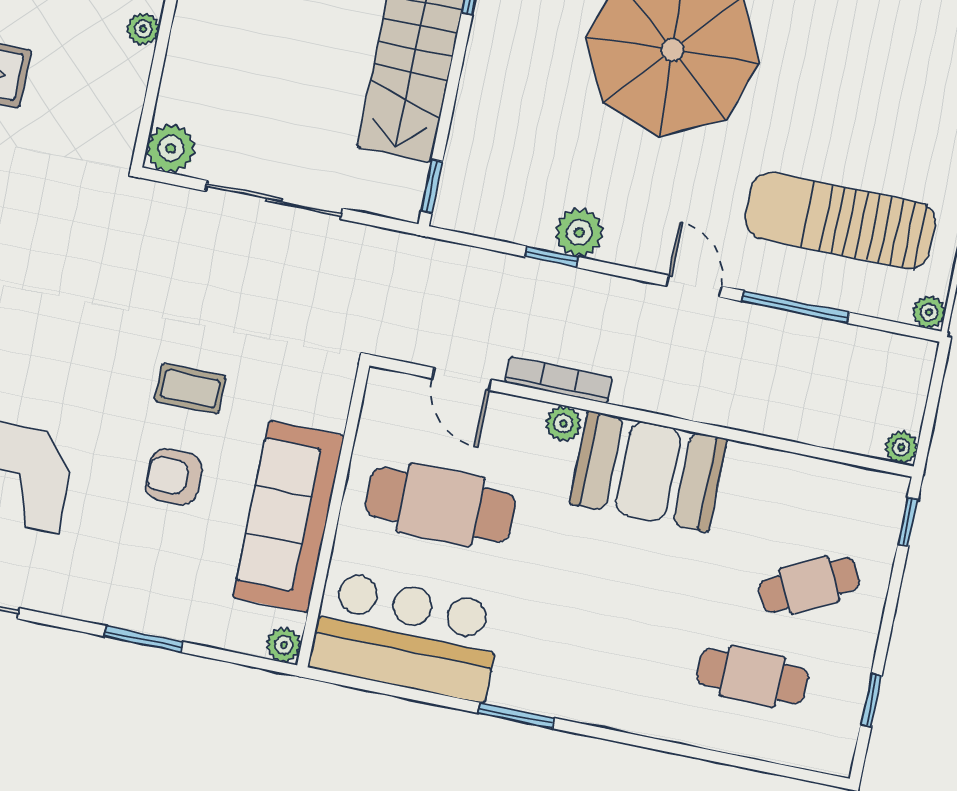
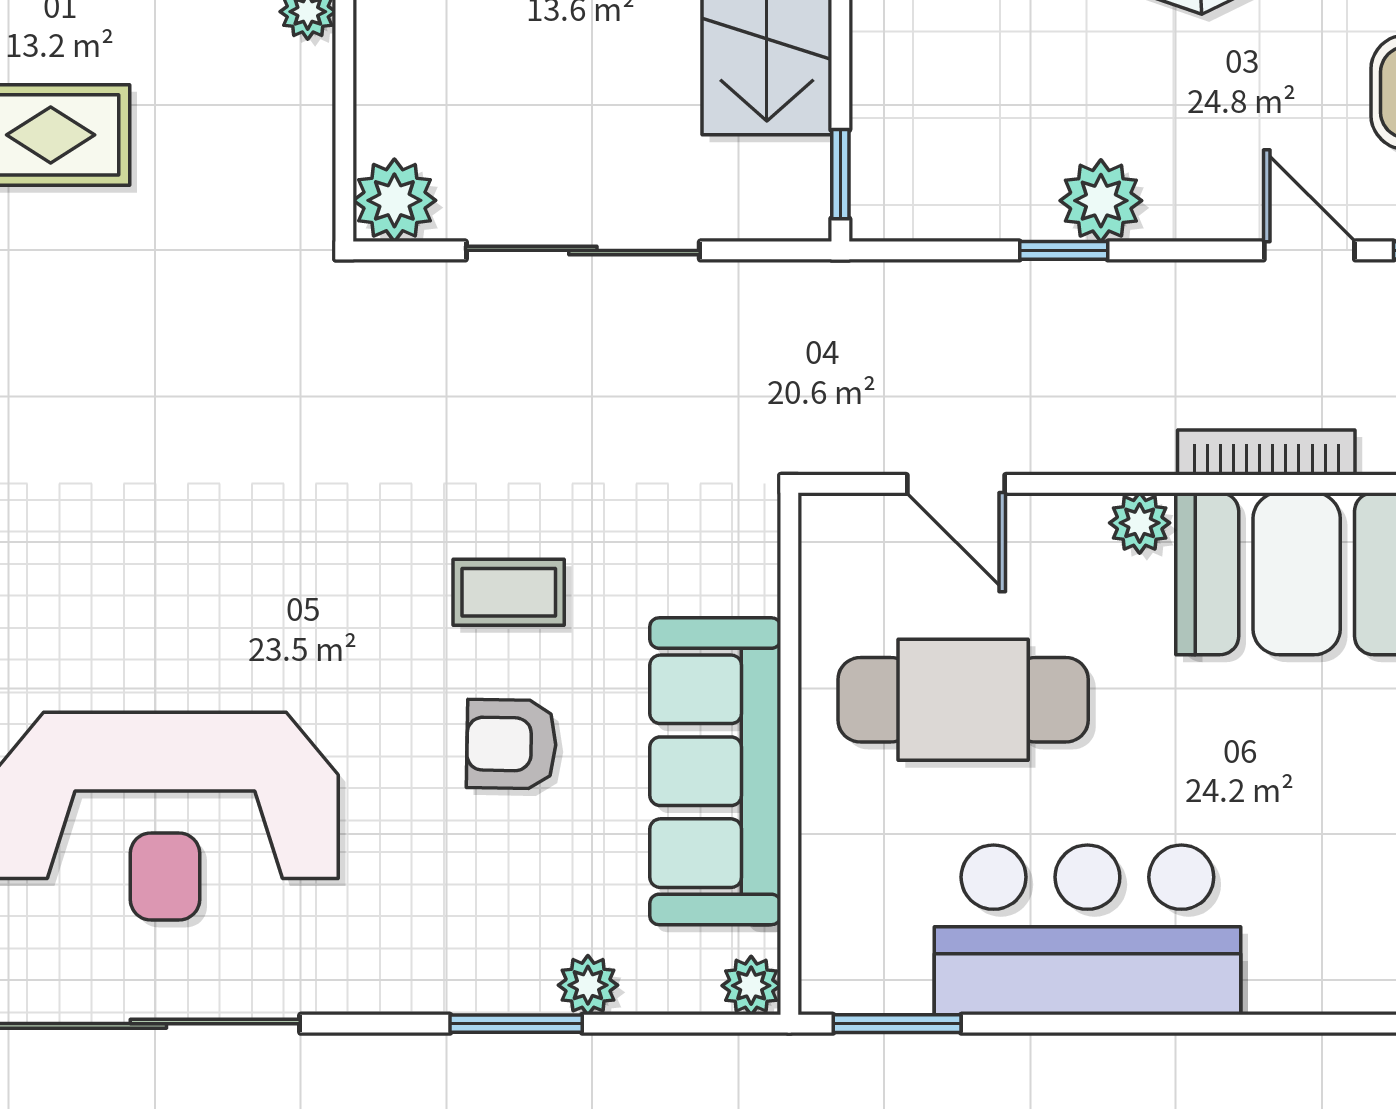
bookcase: (559, 380) -> (1266, 452), moved
plant: (189, 625) -> (588, 985), added
bar counter: (406, 636) -> (1087, 930), moved
window: (516, 716) -> (897, 1024), moved

